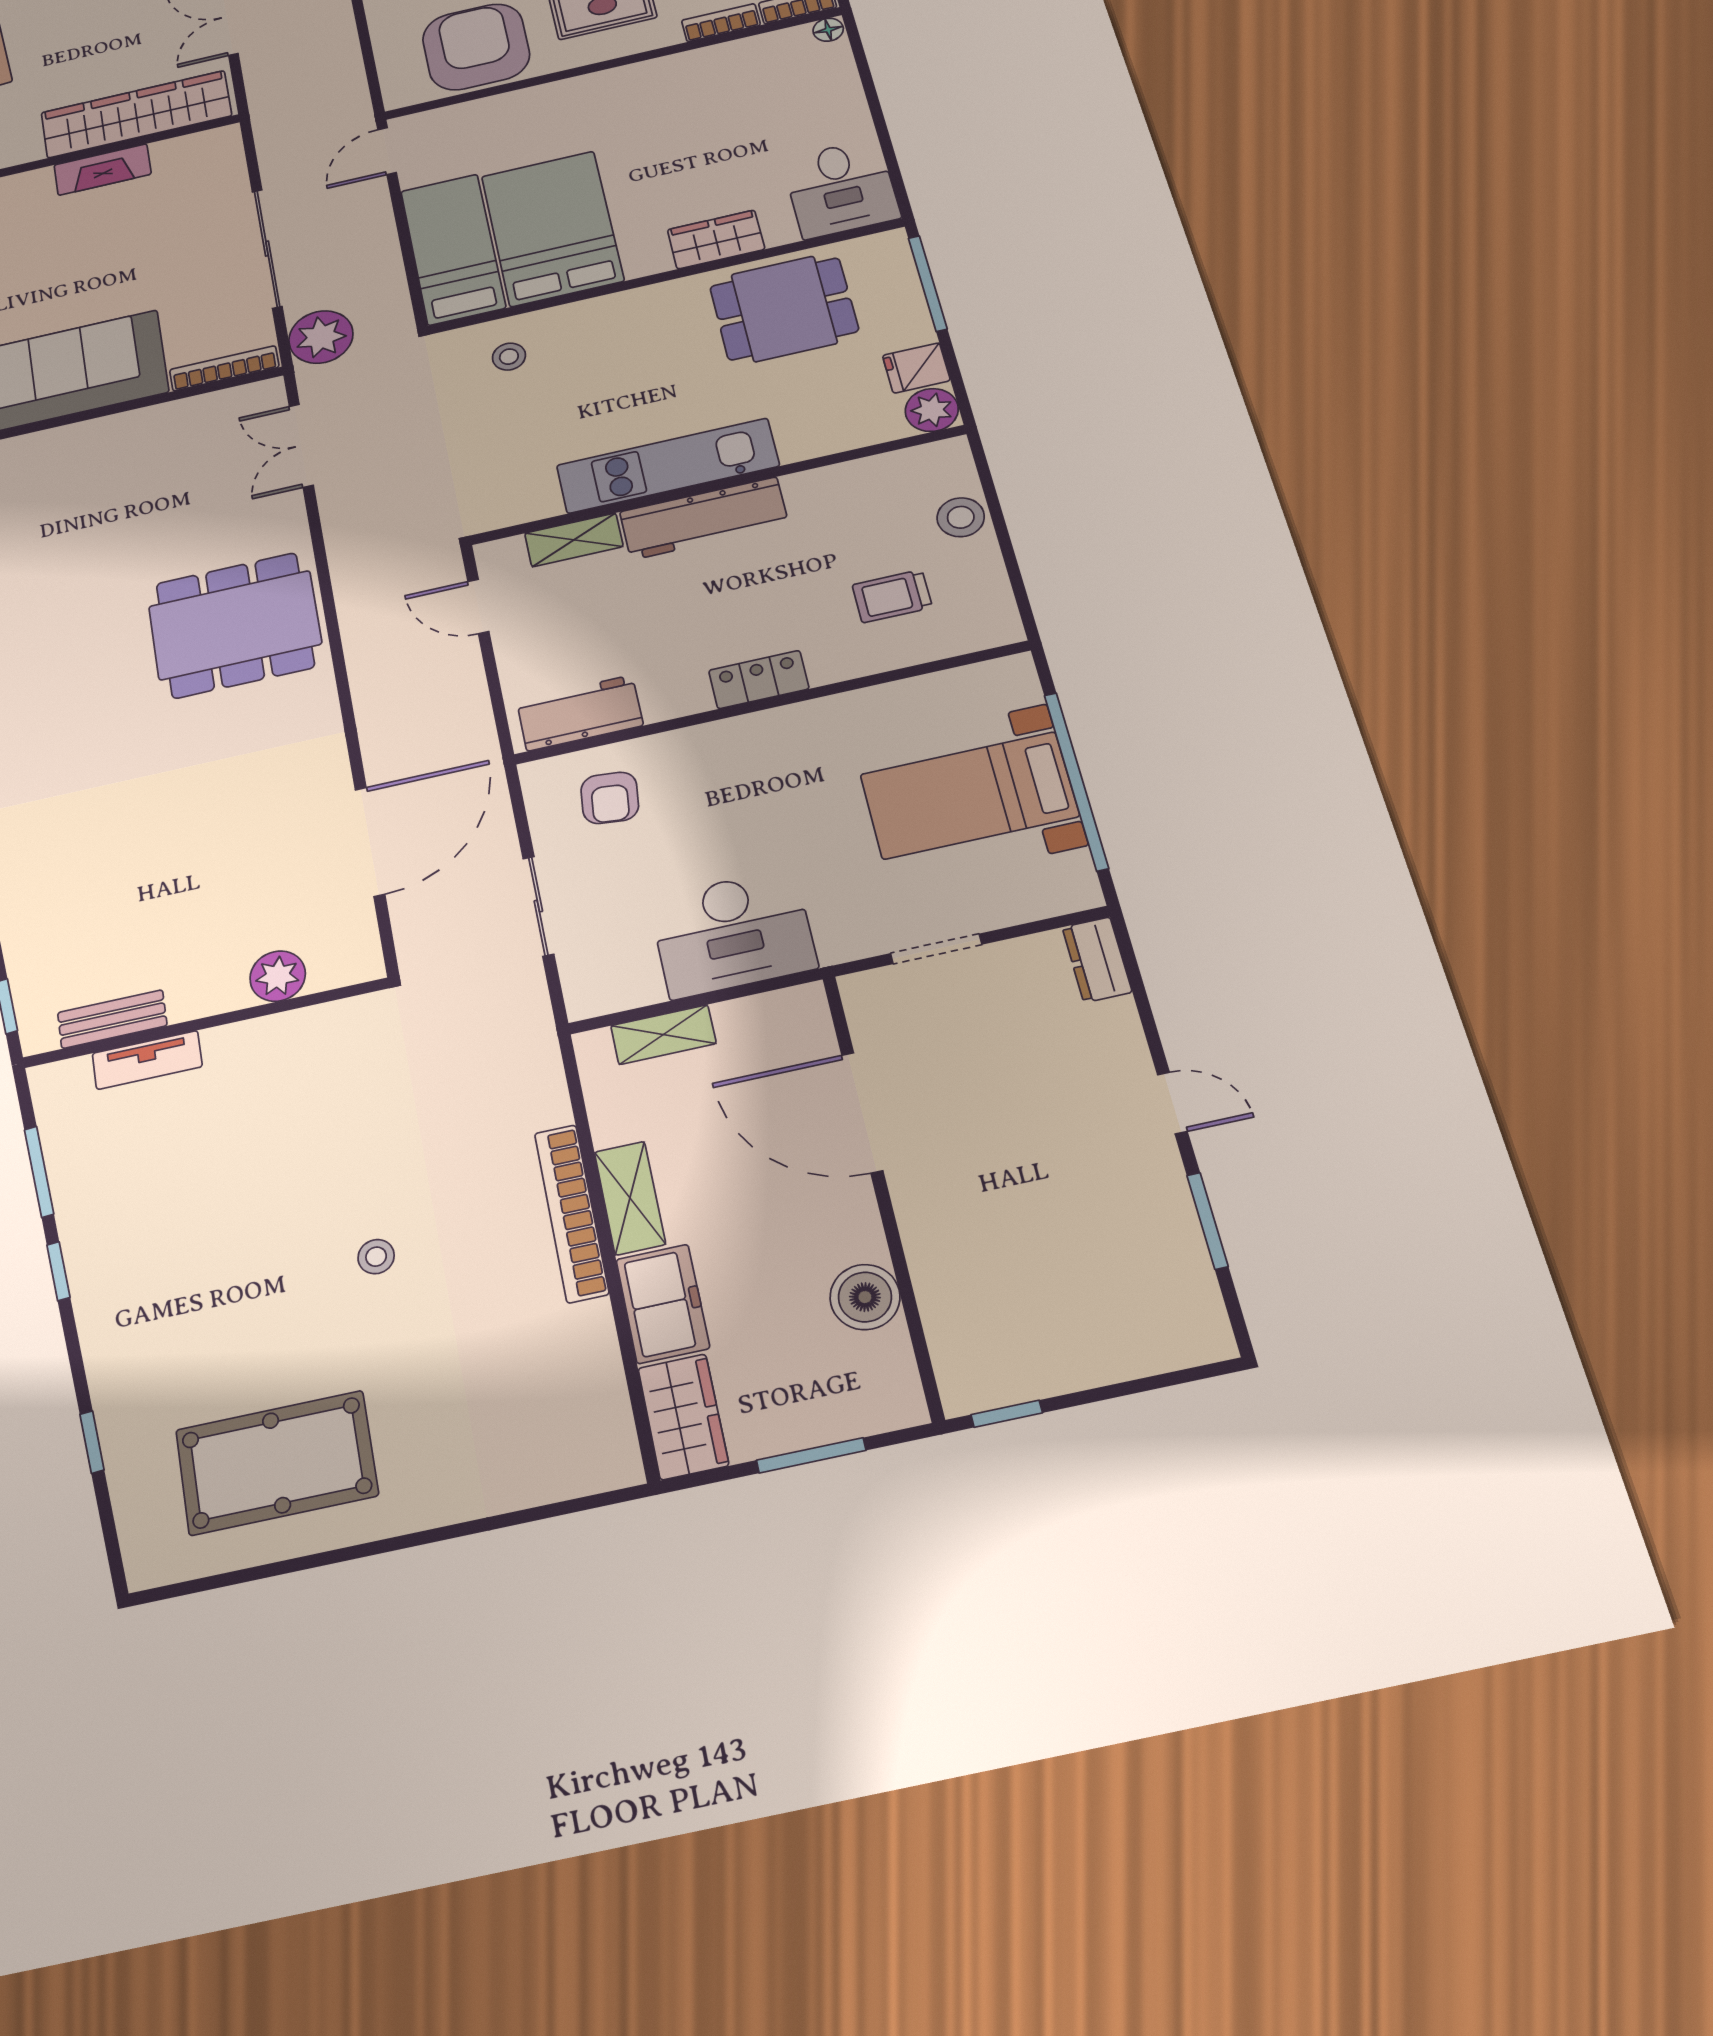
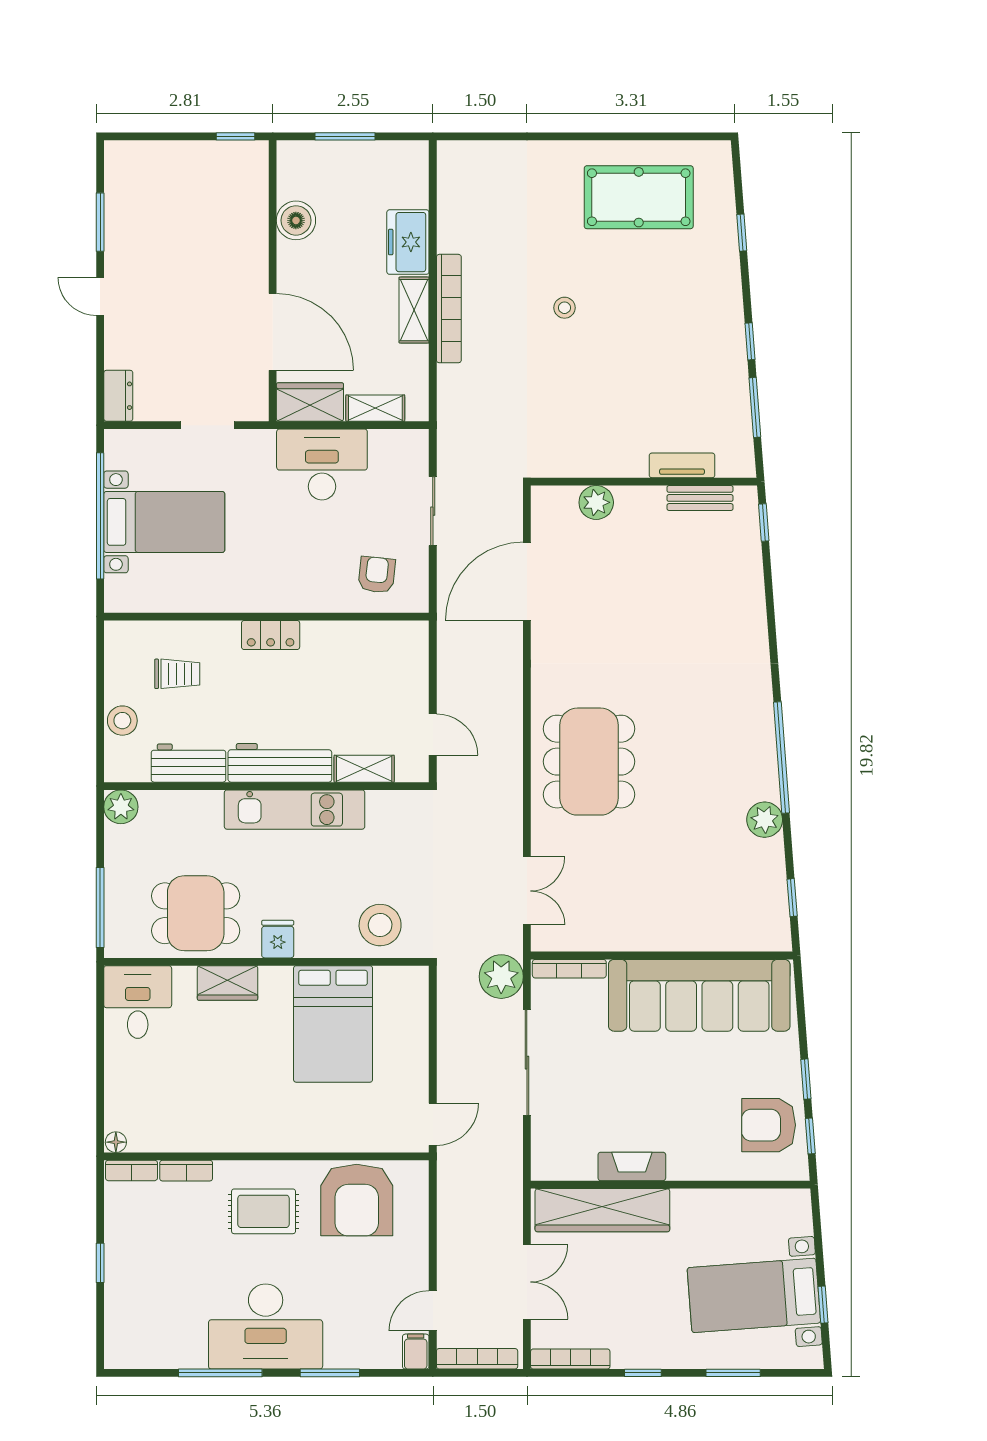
bed: (453, 249) -> (402, 1026), removed
stool: (509, 357) -> (380, 925), width x1.89, depth x1.89
fridge: (916, 368) -> (278, 939), moved, turned -90
dining table: (235, 625) -> (589, 762), turned 90
workbench: (580, 713) -> (189, 763), moved, turned 180
wardrobe: (683, 1417) -> (310, 402), moved, turned 90

